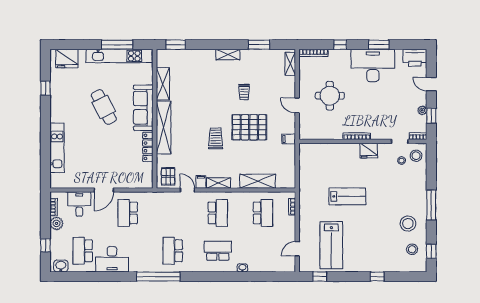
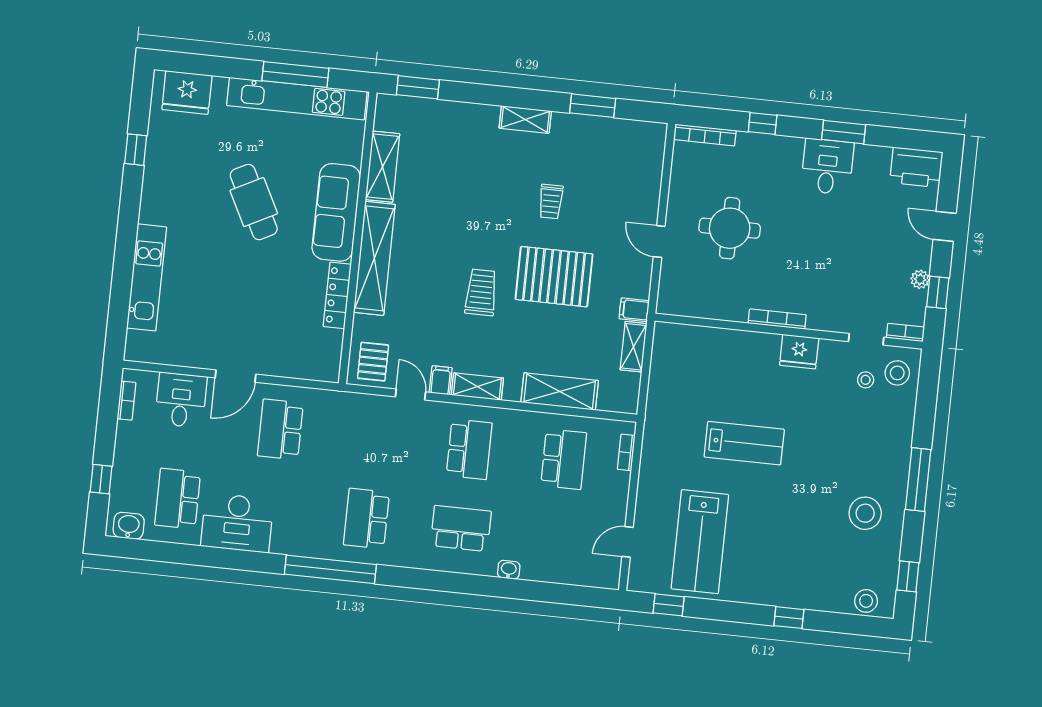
shelving: (290, 64) -> (634, 347), moved
desk: (373, 65) -> (827, 167), width x0.53, depth x0.77
plant: (56, 223) -> (129, 436), removed
stool: (412, 249) -> (866, 601), moved

